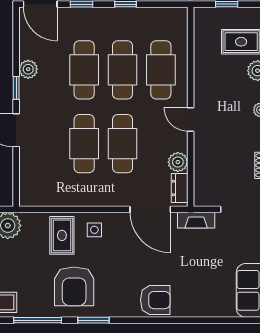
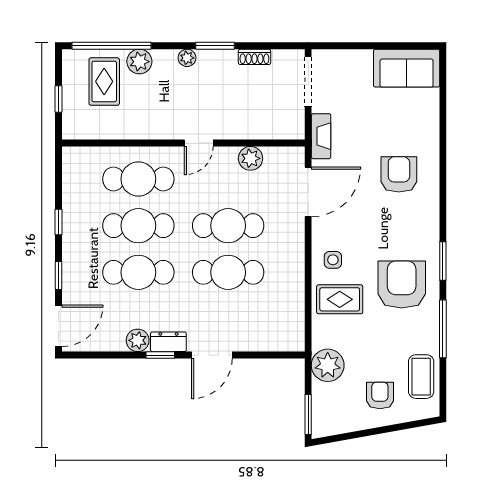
dresser: (180, 188) -> (168, 342), moved, turned 180
armchair: (74, 286) -> (402, 284), turned -90
armchair: (155, 300) -> (399, 174), moved

